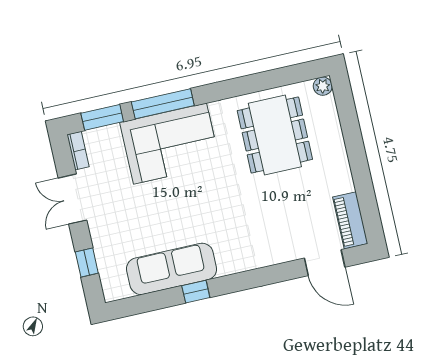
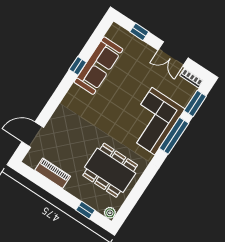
window: (348, 117) -> (85, 210), added
double door: (73, 199) -> (173, 54), swing flipped
piano: (350, 220) -> (53, 173), moved

